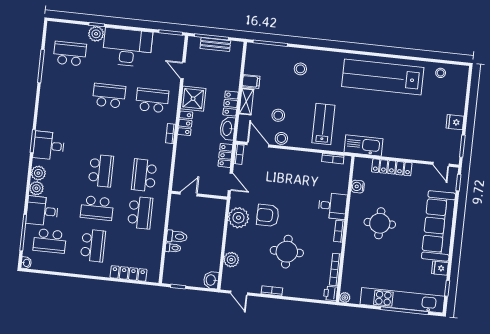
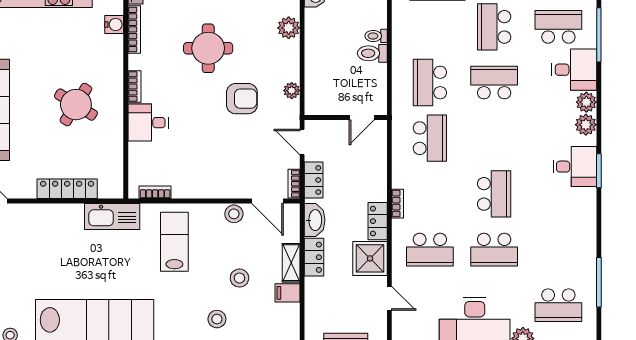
stool: (278, 115) -> (239, 278), moved
lab bench: (323, 124) -> (174, 242), turned 180
school desk: (101, 171) -> (494, 194), moved, turned 180
water cooler: (358, 187) -> (114, 24), moved
plant: (239, 218) -> (292, 91), width x0.53, depth x0.53
round table: (380, 223) -> (76, 105), turned 32

